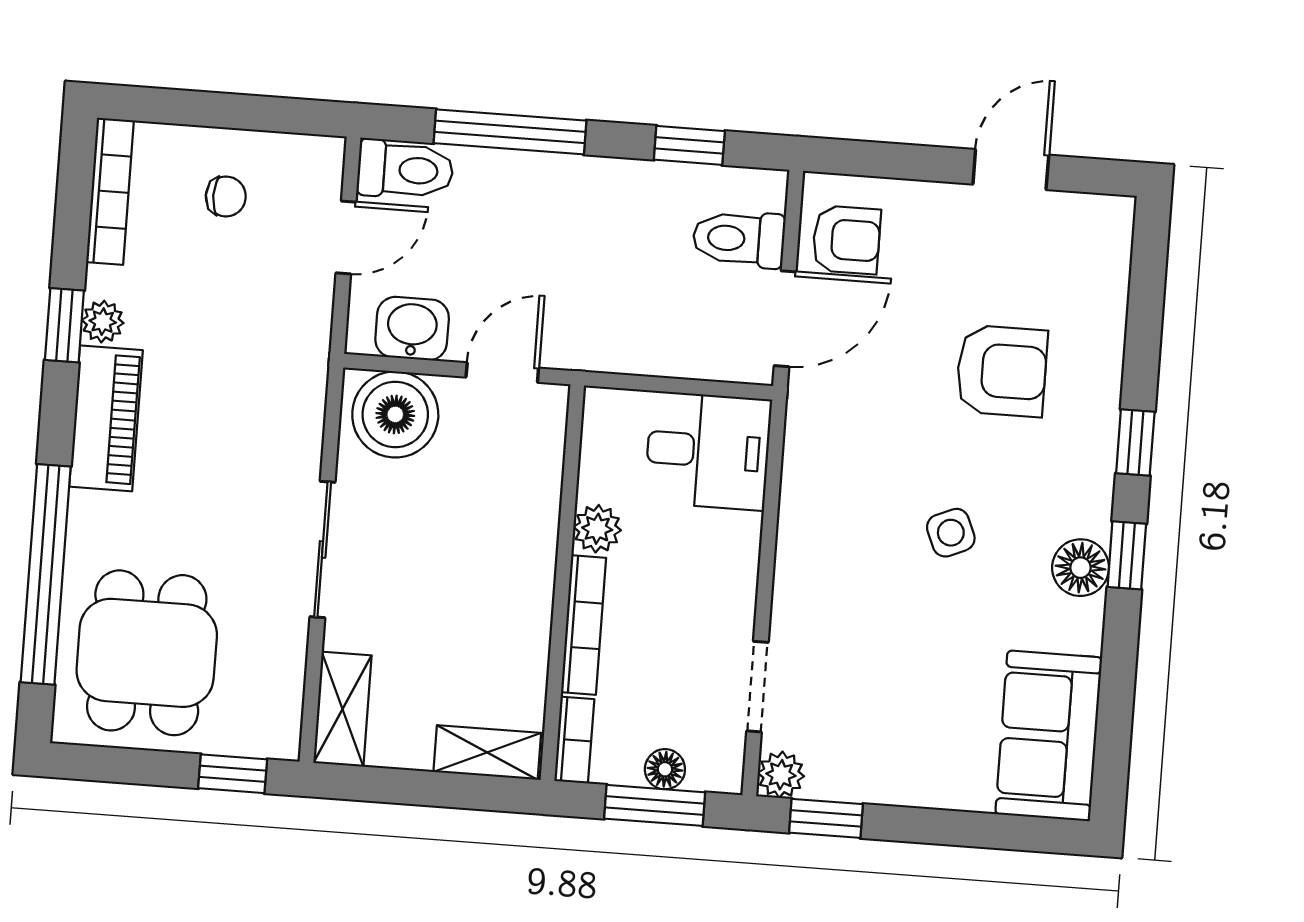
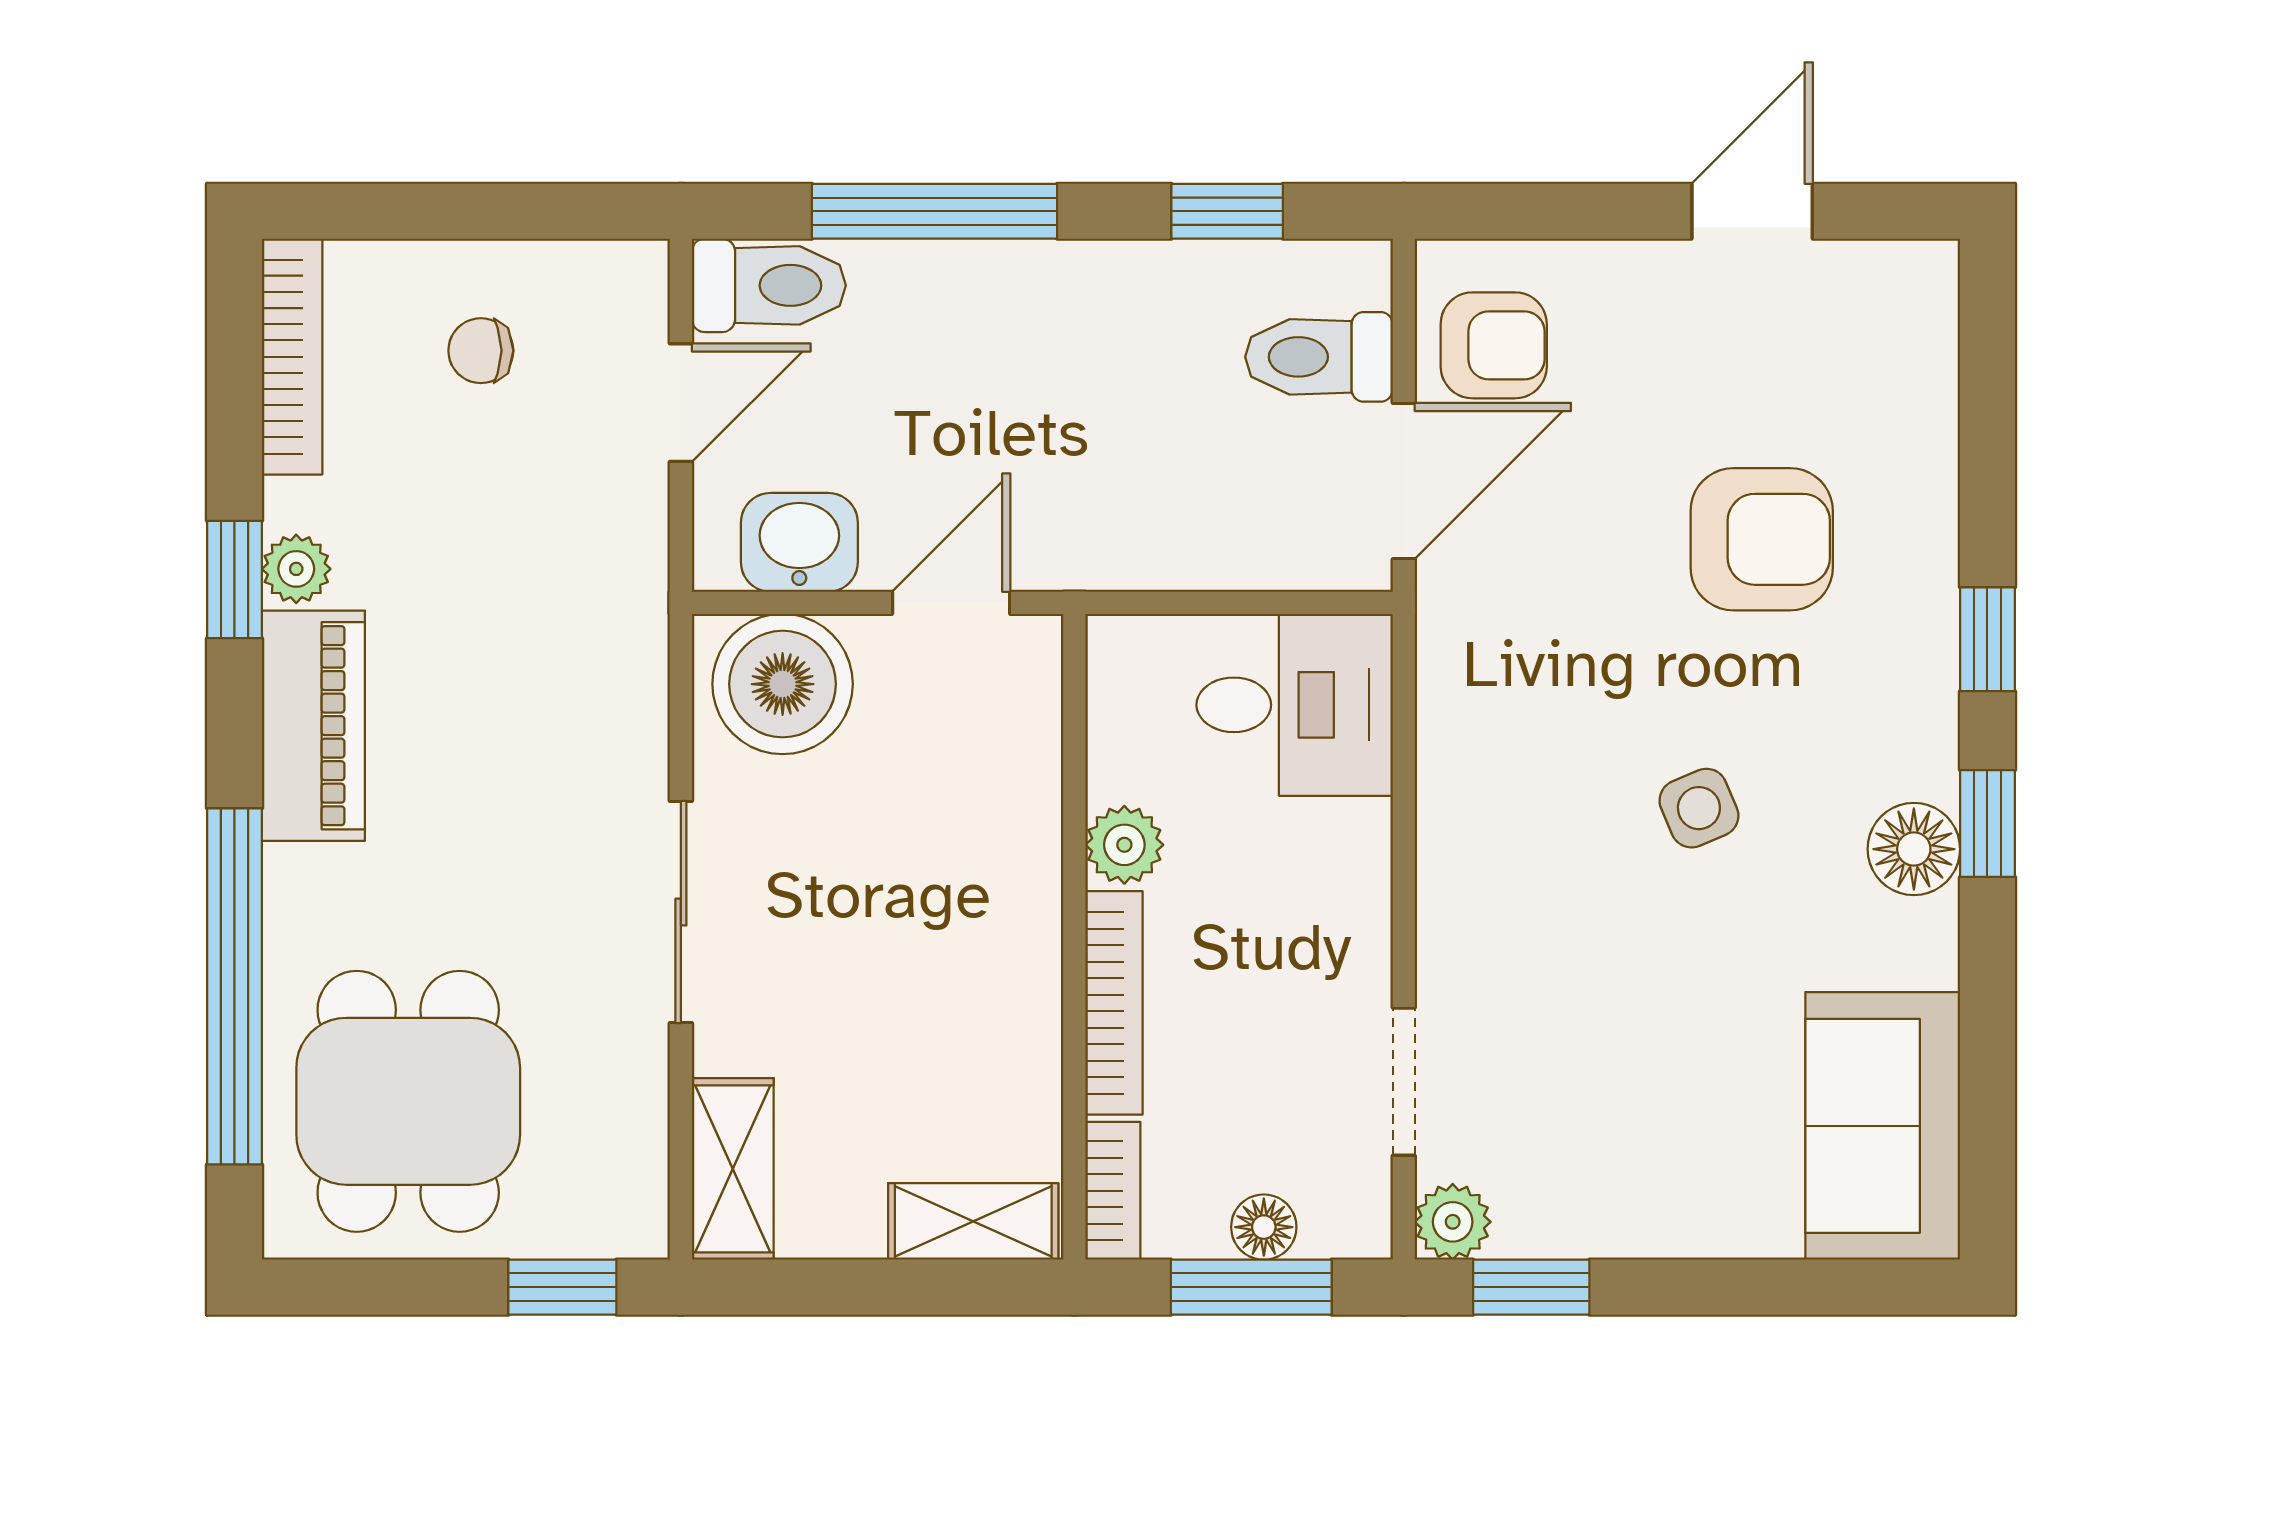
chair: (226, 196) -> (481, 351), turned 180

